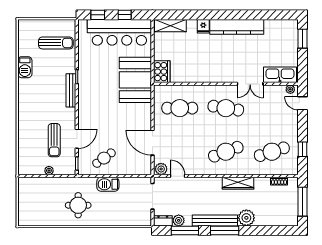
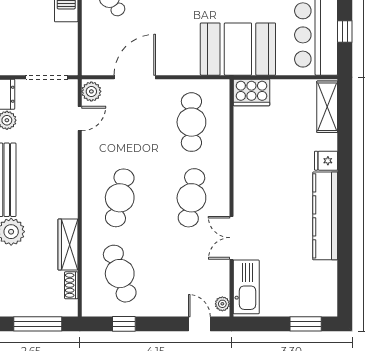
door: (302, 103) -> (199, 324), hinge flipped
cafe table: (226, 152) -> (120, 198), turned 33
wardrobe: (238, 183) -> (68, 245), moved

